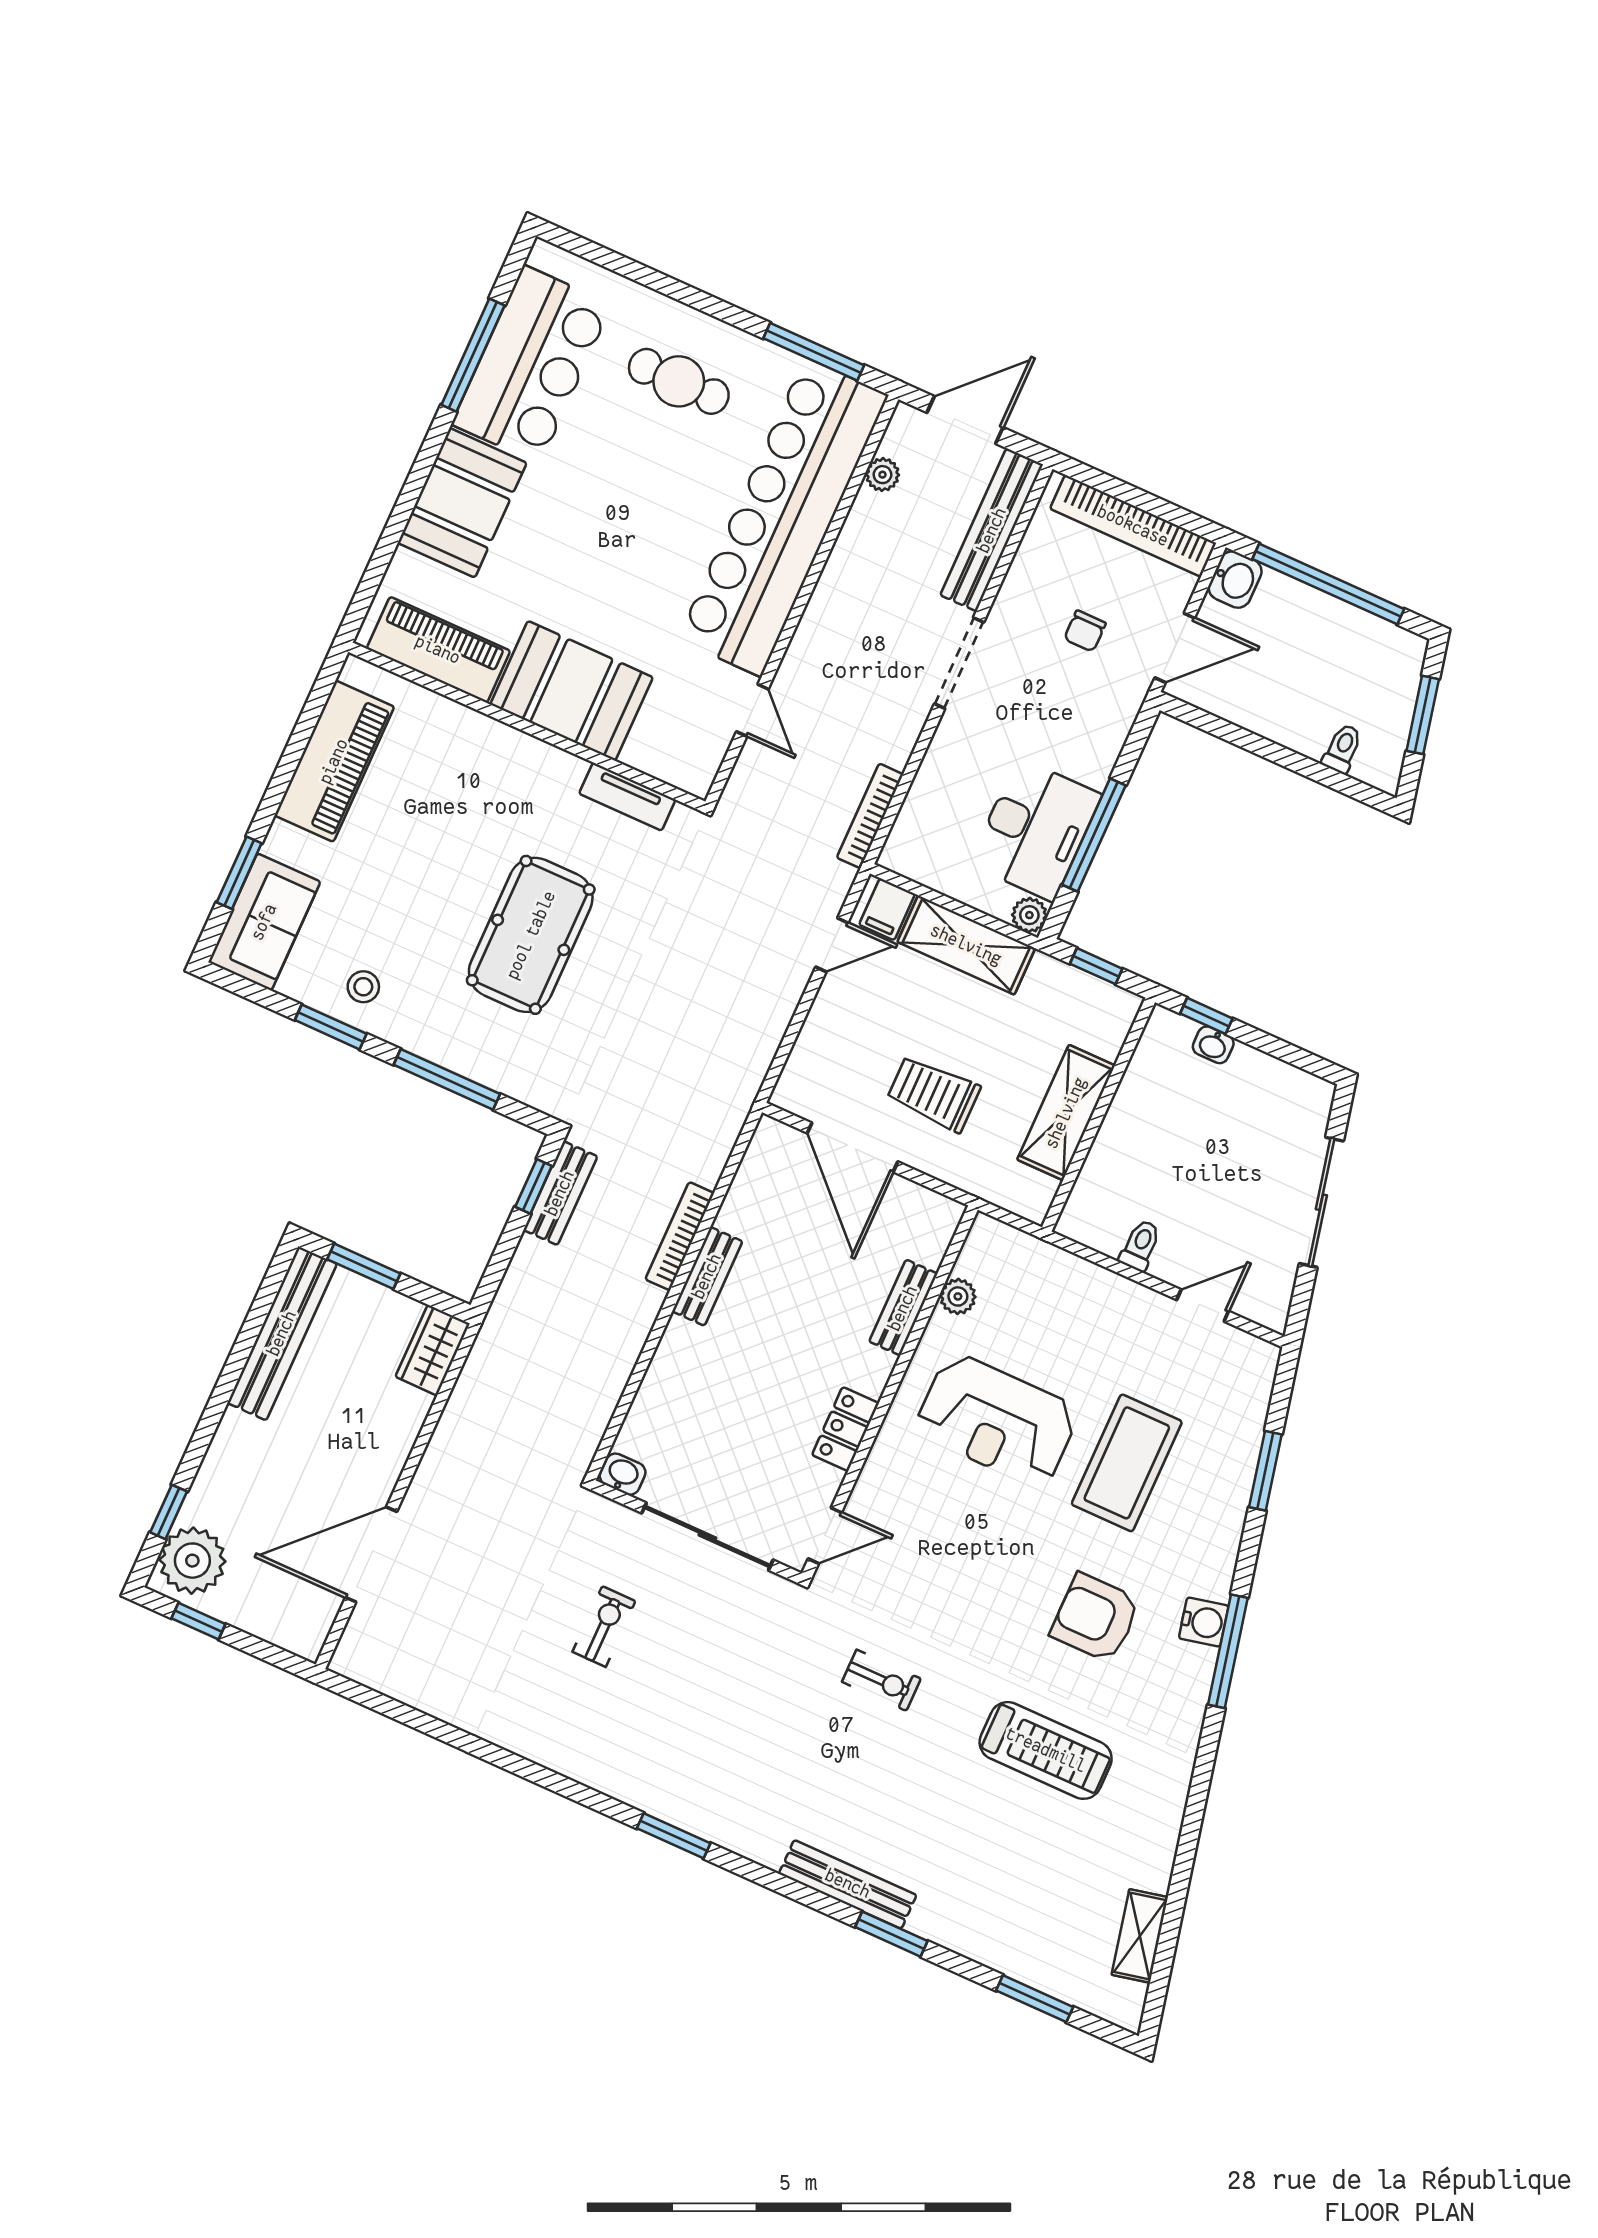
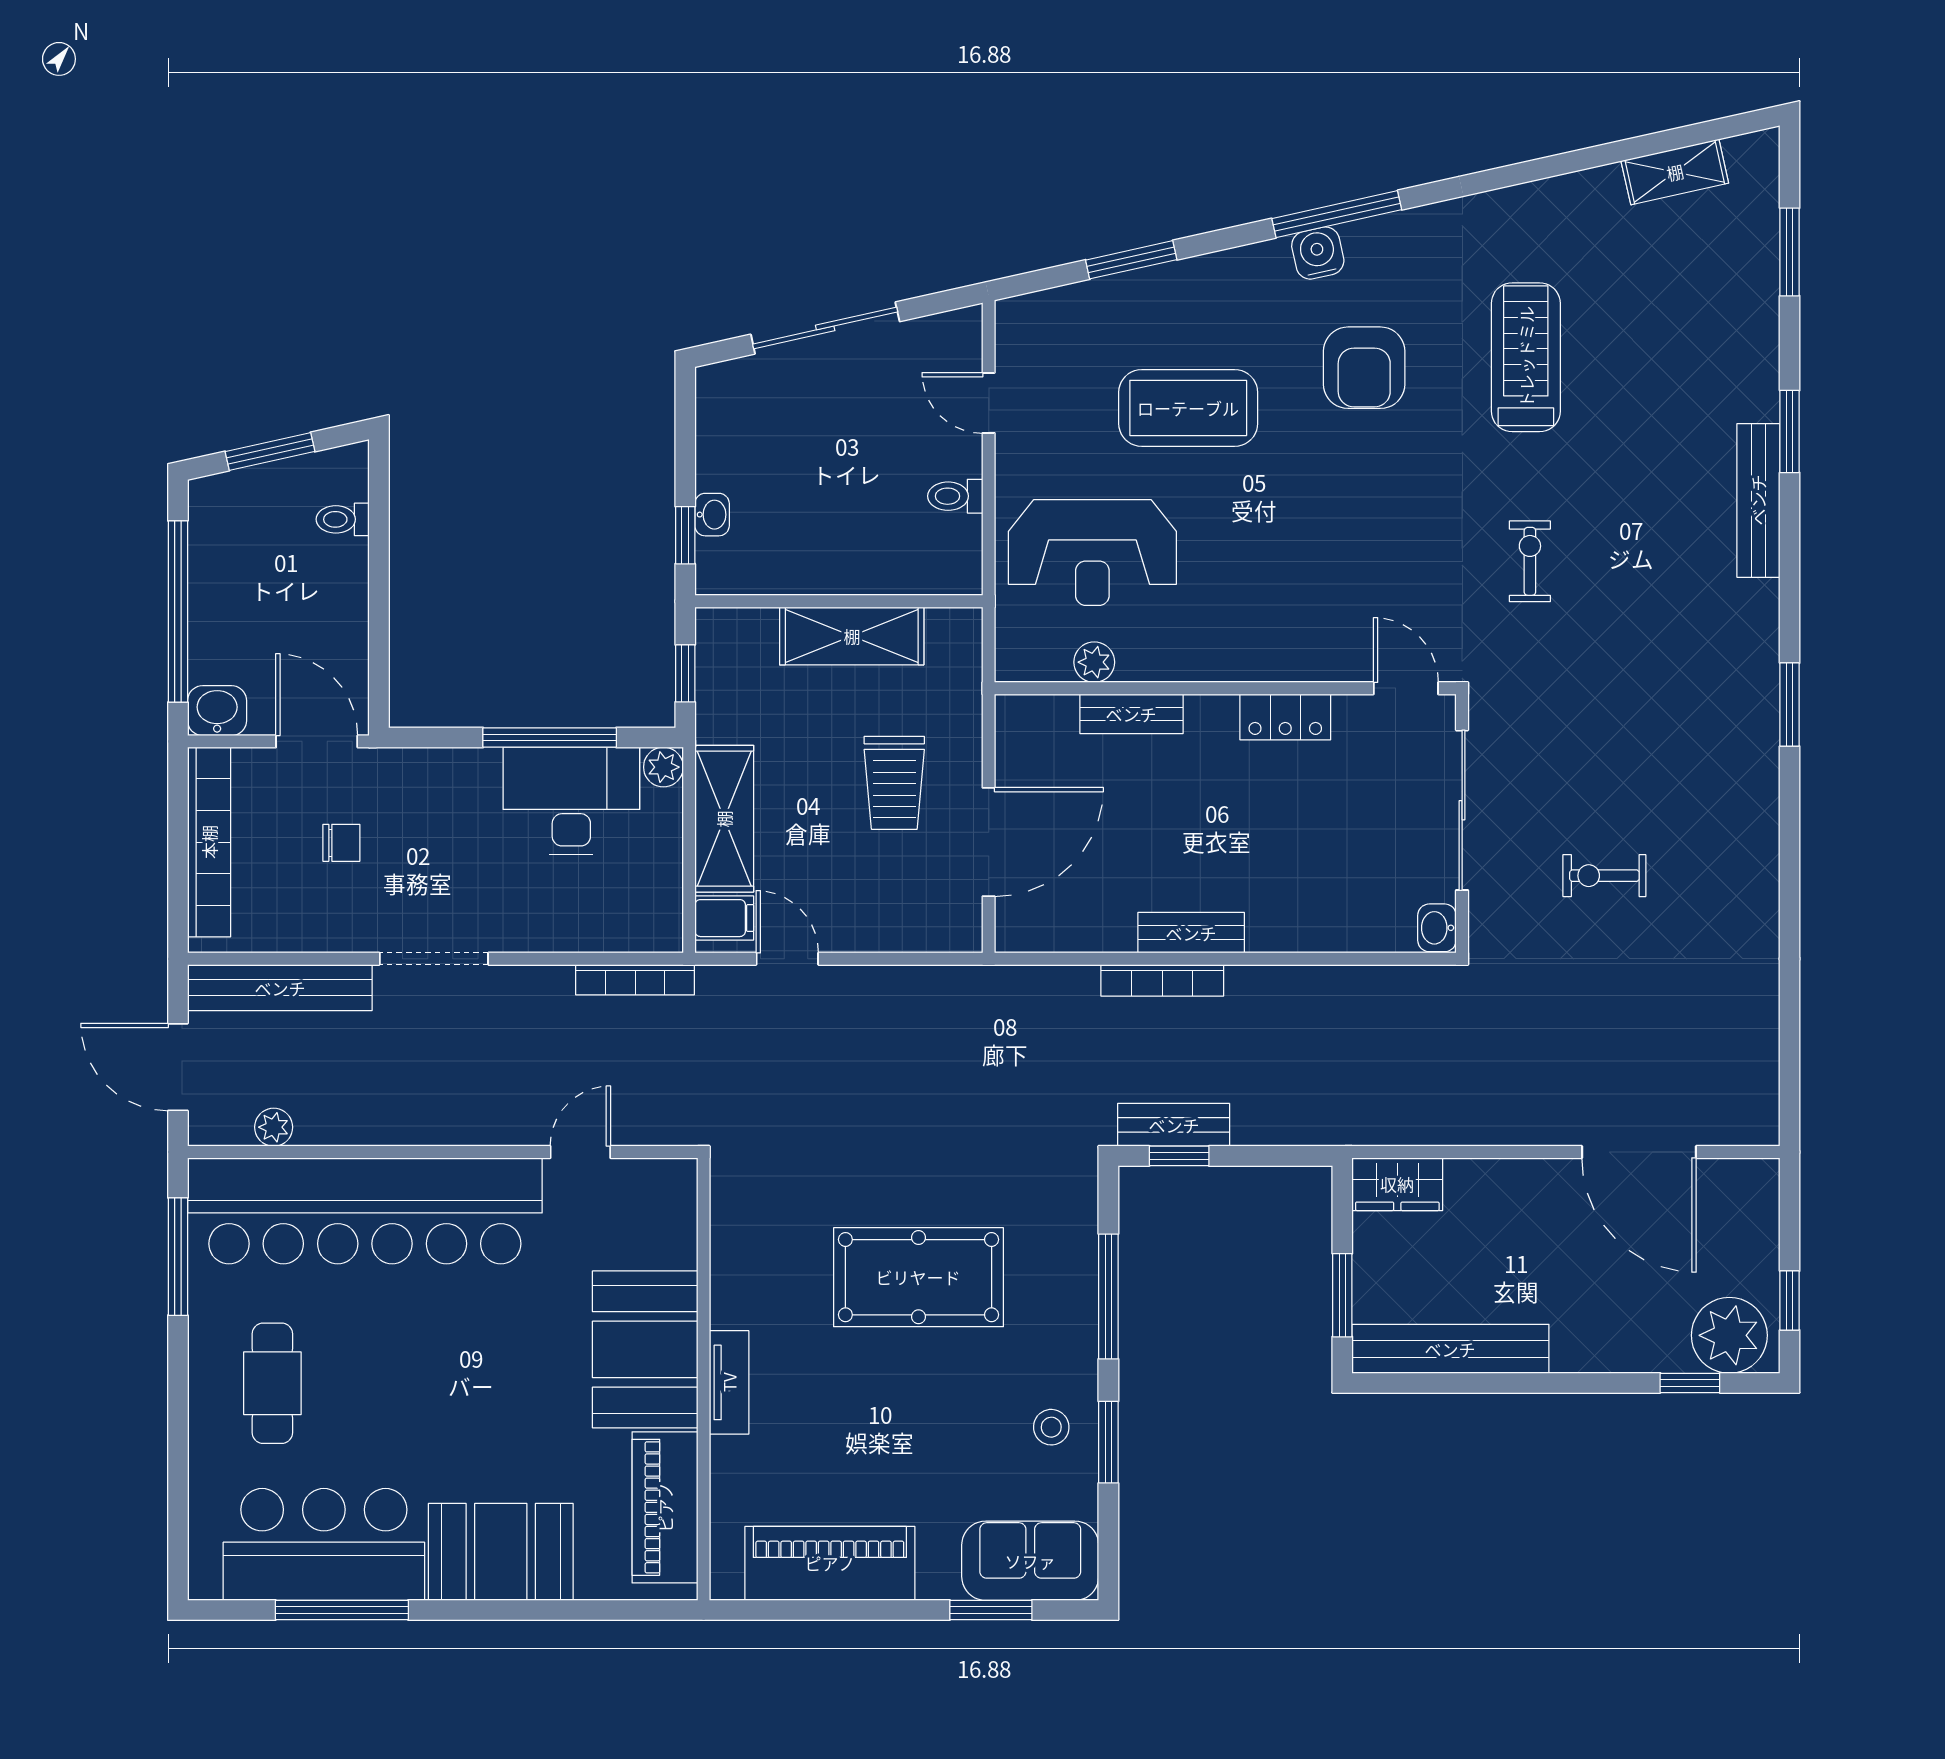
tv unit: (627, 797) -> (729, 1382), moved
reception desk: (997, 1420) -> (1092, 553), moved, turned 90

